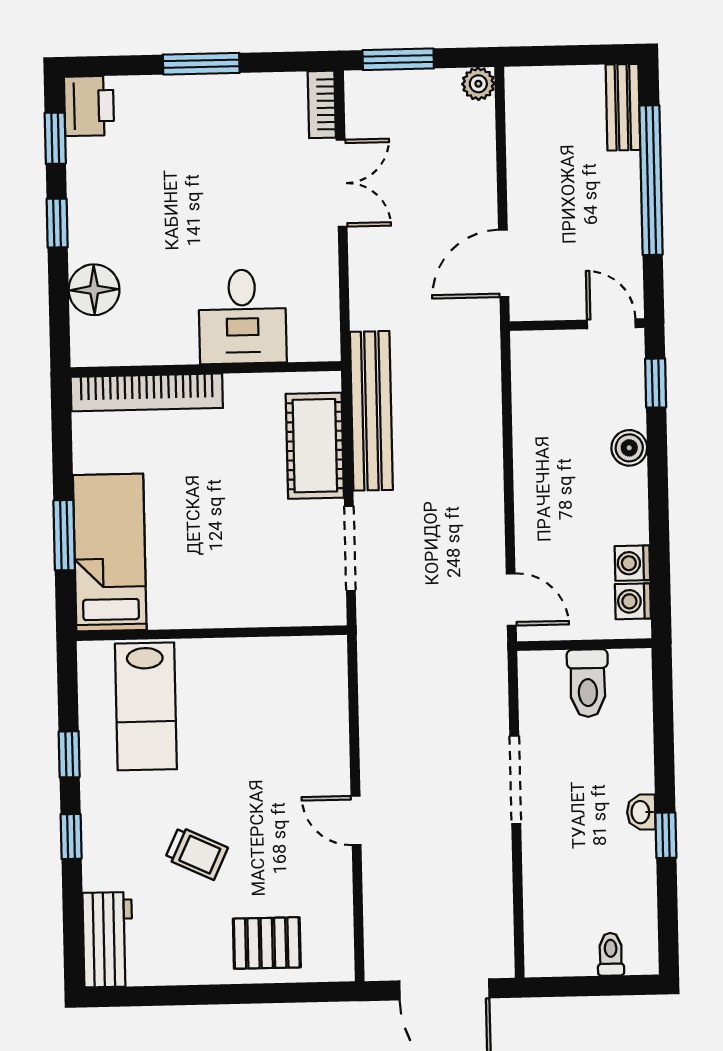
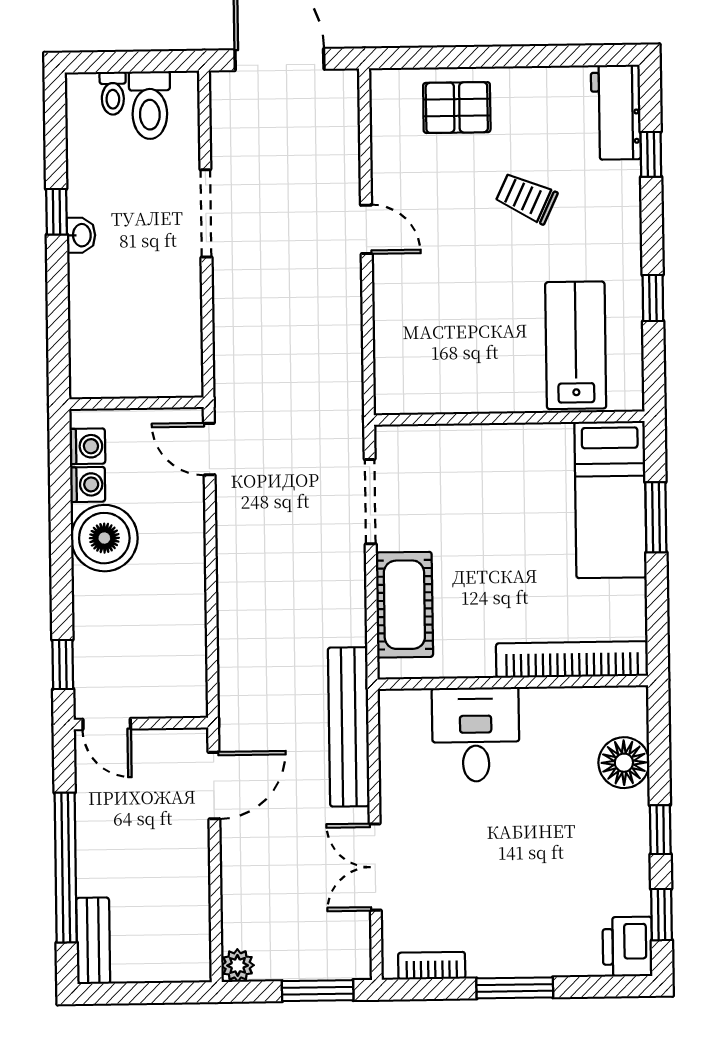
bookcase: (322, 104) -> (432, 966), moved, turned -90
bench: (371, 411) -> (349, 727), moved
boiler: (629, 448) -> (104, 538), moved, width x1.86, depth x1.86
toilet: (588, 683) -> (150, 105), moved, turned 180
doorway: (515, 780) -> (206, 213), moved
window: (71, 837) -> (651, 154), moved

